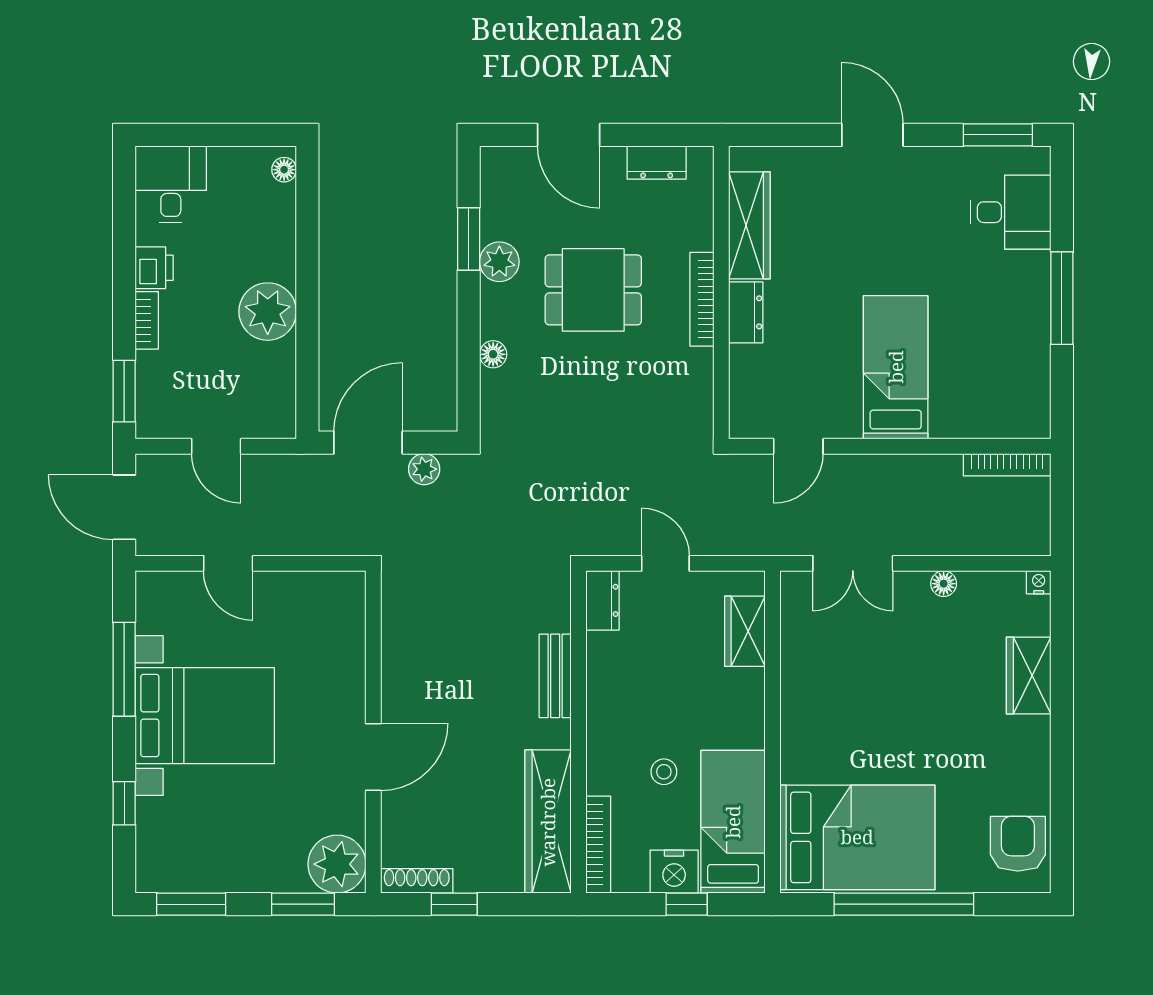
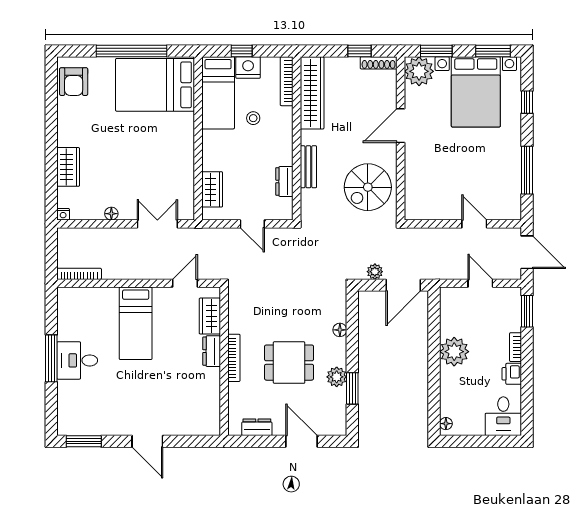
desk: (1011, 212) -> (77, 360), moved
wardrobe: (749, 225) -> (210, 316), moved, width x0.67
dresser: (602, 600) -> (284, 181), moved
spiral stairs: (438, 636) -> (368, 187), added
bed with nightstands: (205, 716) -> (476, 92), moved, turned -90

